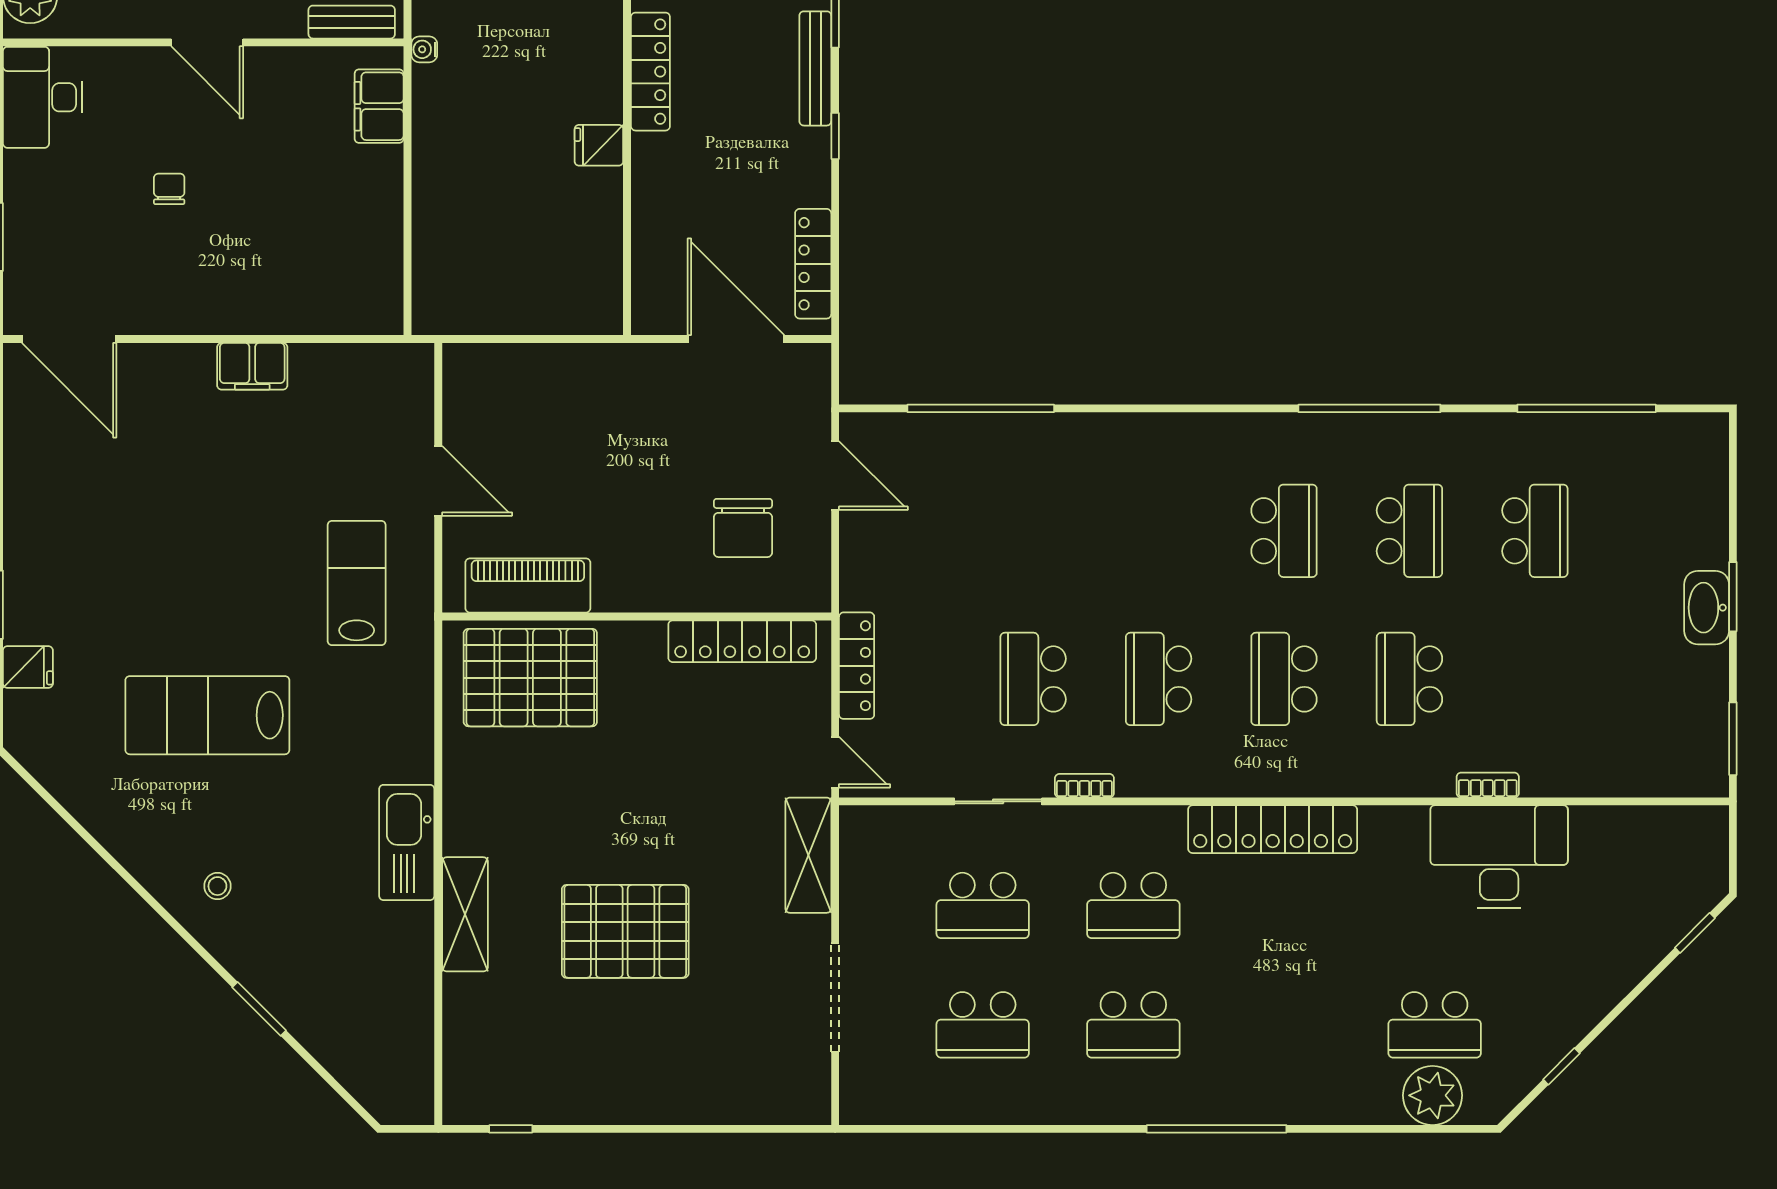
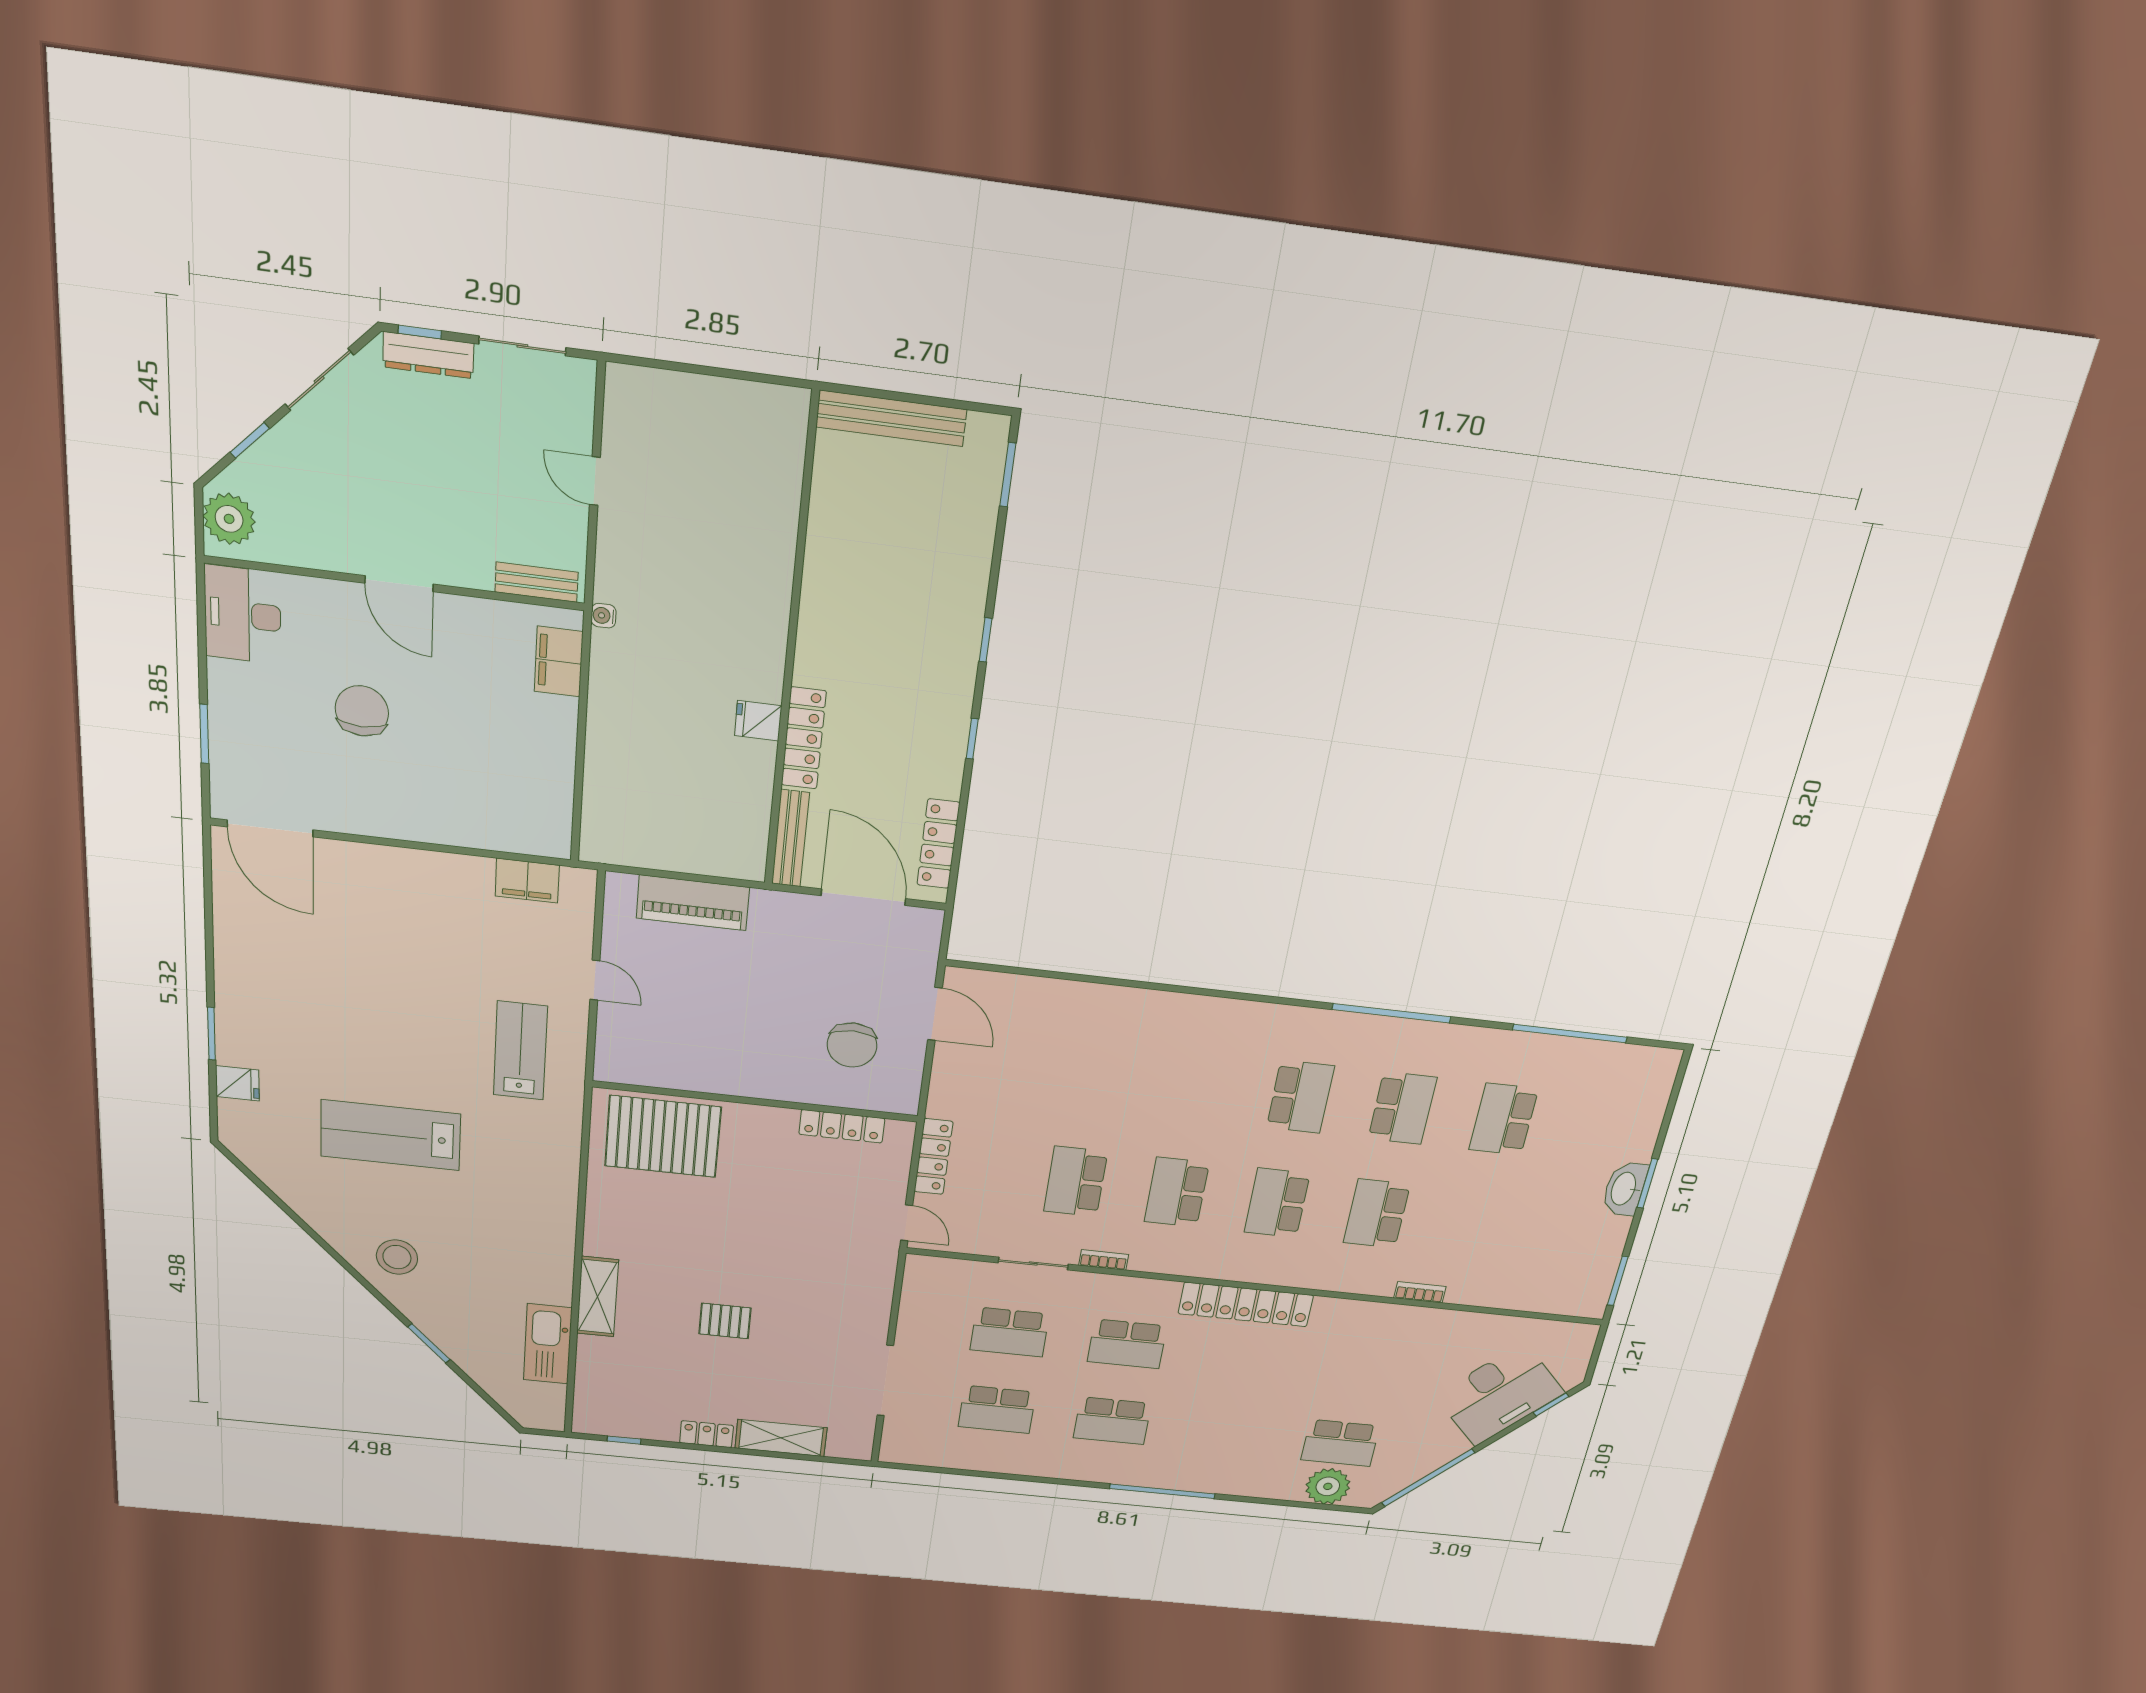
bench: (815, 68) -> (791, 838), moved
locker: (650, 72) -> (804, 738), moved
chair: (169, 189) -> (362, 711), width x1.87, depth x1.87
filing cabinet: (252, 366) -> (527, 881), moved
window: (981, 408) -> (1066, 976), removed
door: (438, 481) -> (595, 980), width x0.73
school desk: (1535, 531) -> (1504, 1119), turned 180
piano: (528, 585) -> (693, 903), moved, turned 180
locker: (742, 641) -> (842, 1126), width x0.71, depth x0.83
kitchen sink: (407, 842) -> (548, 1344), moved
shelving: (808, 855) -> (781, 1438), moved, turned 90
desk: (1499, 857) -> (1499, 1394), moved, turned 135
stool: (217, 886) -> (397, 1257), width x1.89, depth x1.89
pallet: (625, 931) -> (725, 1321), width x0.49, depth x0.50
window: (1561, 1066) -> (1428, 1478), width x3.17
locker: (615, 1107) -> (706, 1434), added

